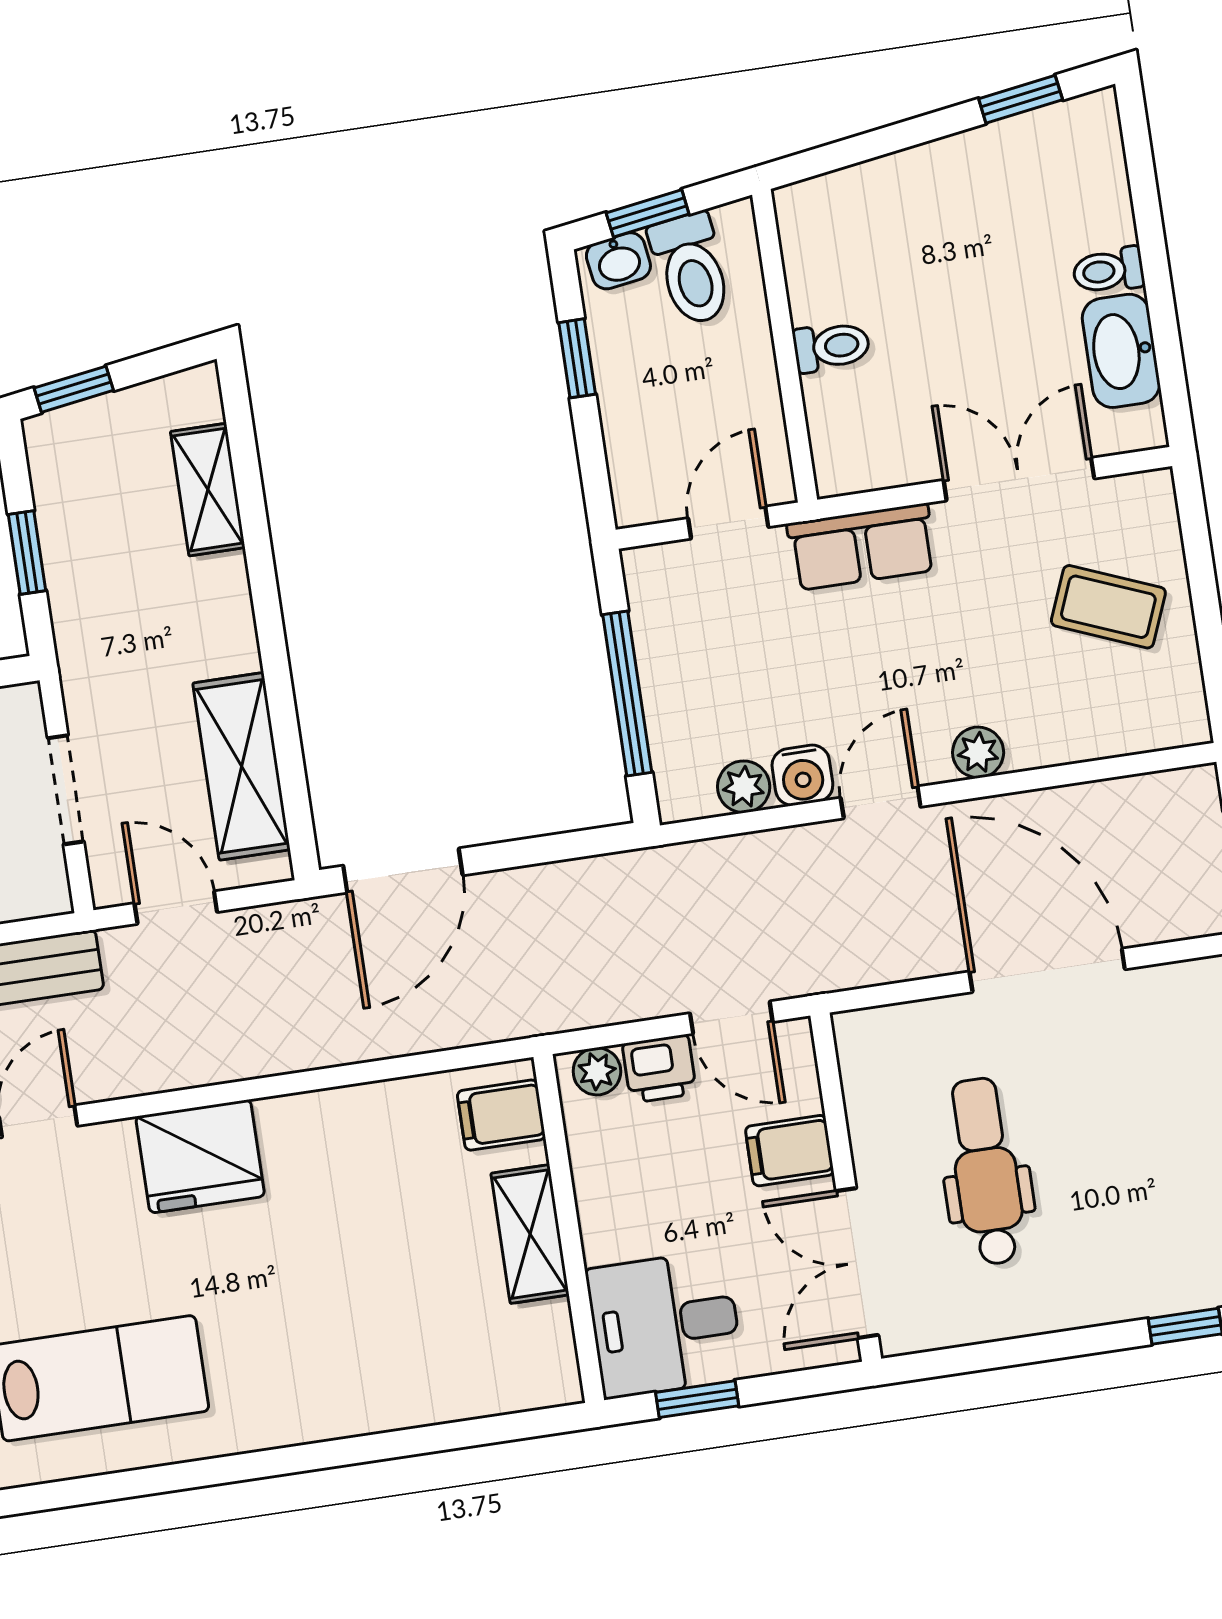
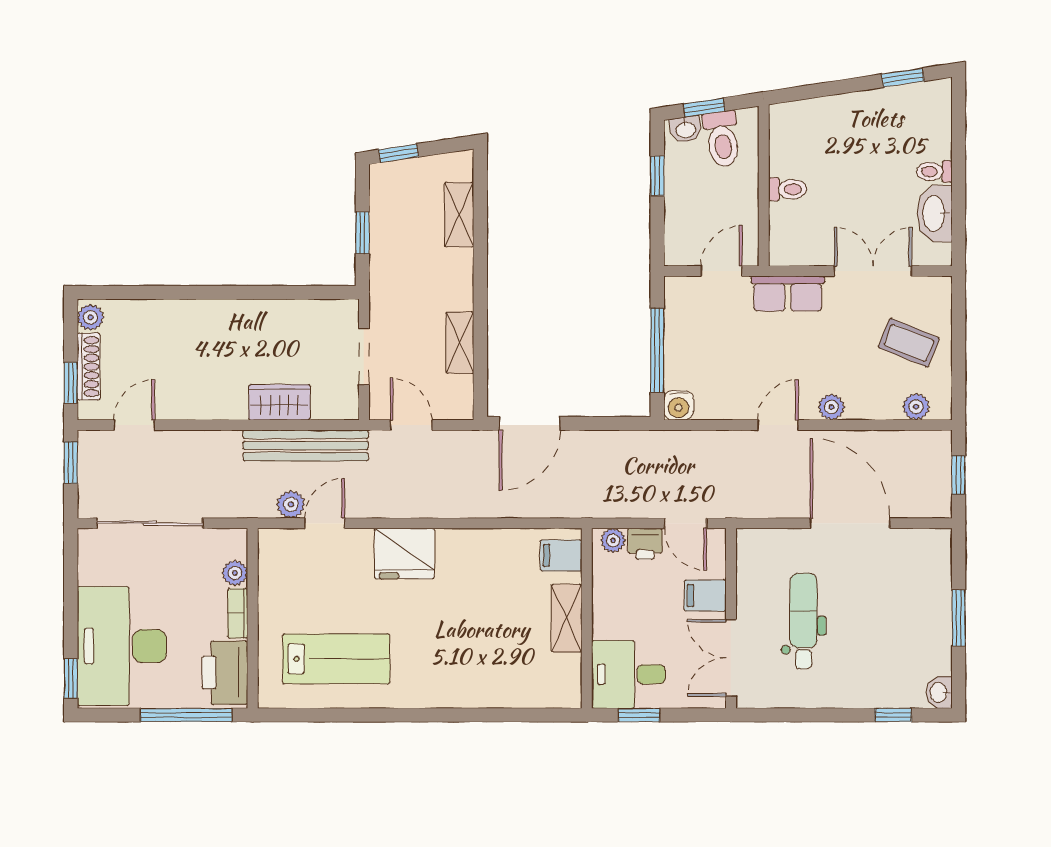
shelving: (242, 766) -> (460, 343), width x0.67, depth x0.75
water cooler: (802, 775) -> (679, 405), moved
plant: (744, 787) -> (916, 407), moved

